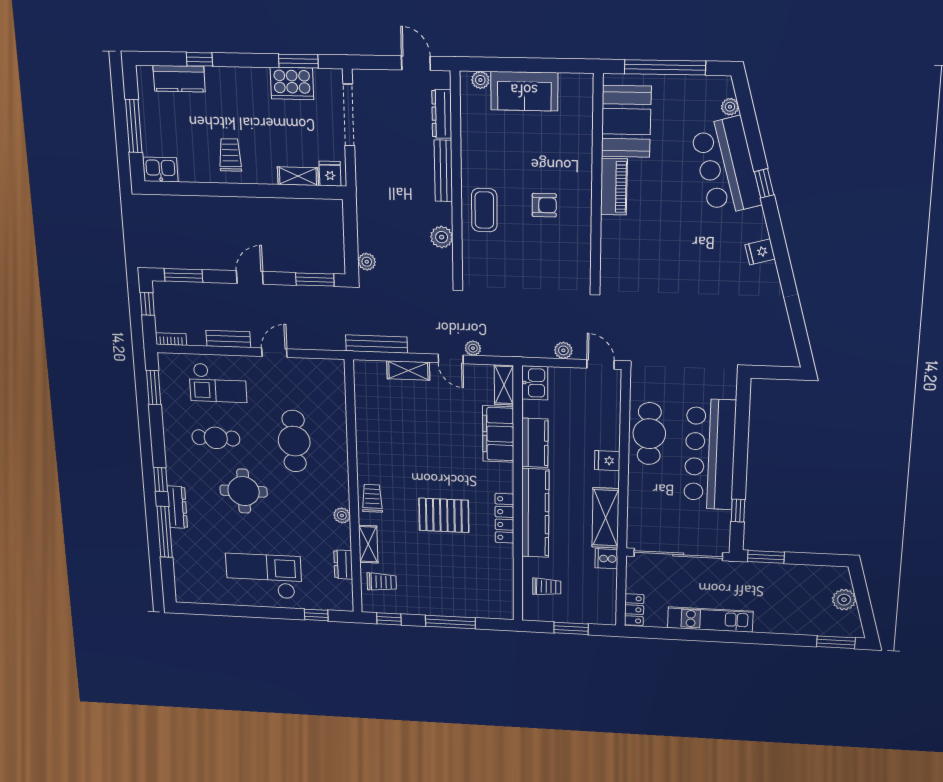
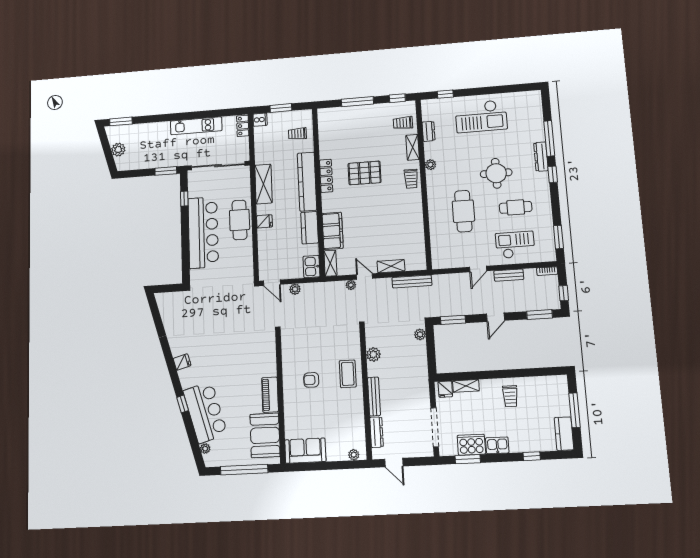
kitchen counter: (179, 79) -> (564, 434), moved, turned -90
sofa: (524, 91) -> (305, 451), moved
kitchen sink: (161, 169) -> (497, 445), moved, turned 180
cafe table: (649, 434) -> (240, 220), moved
cooker: (606, 559) -> (260, 120), moved

